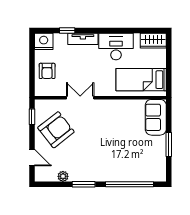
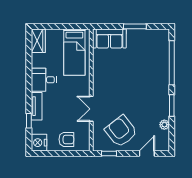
desk: (116, 47) -> (44, 80), width x0.73

